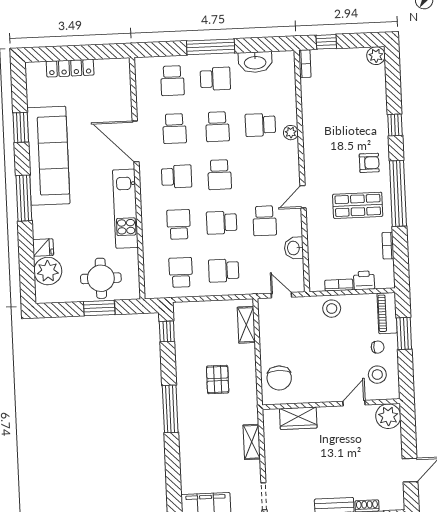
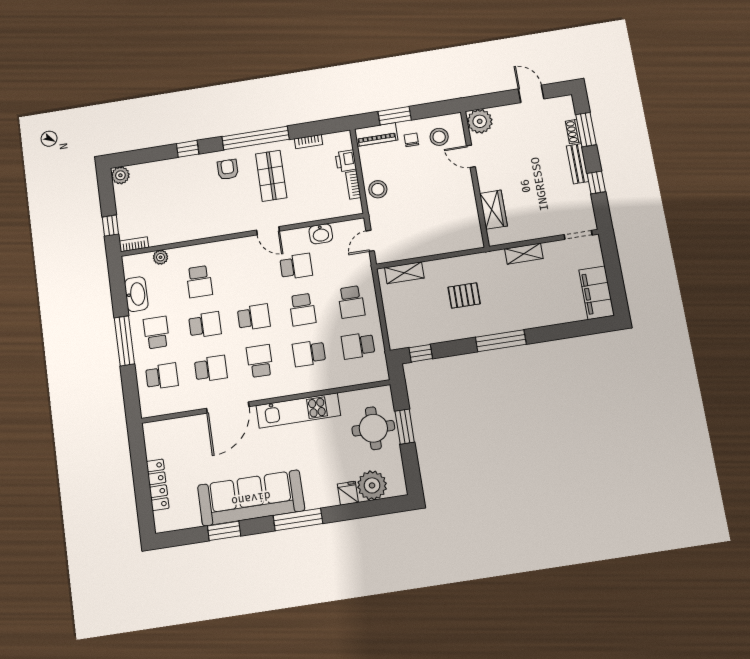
plant: (291, 133) -> (160, 257), moved
chair: (279, 378) -> (455, 233), removed

